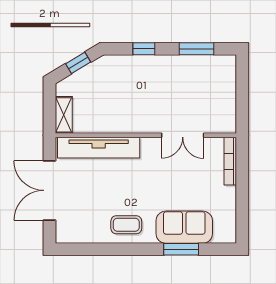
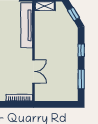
double door: (183, 135) -> (34, 72), swing flipped

